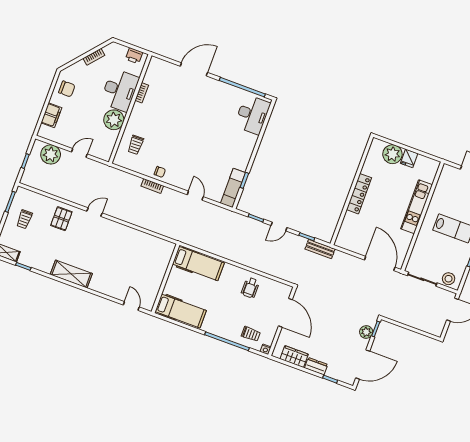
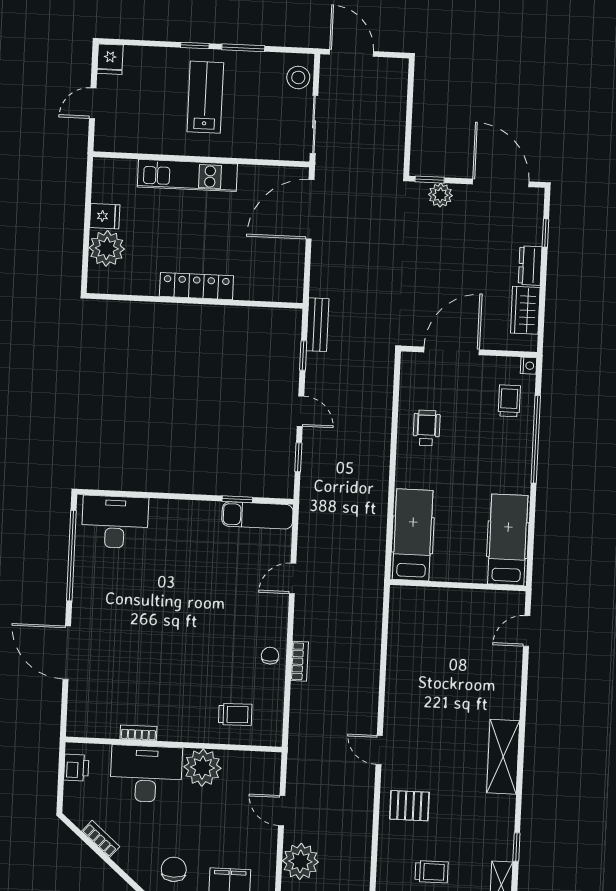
wheelchair: (250, 288) -> (427, 428), turned -90

